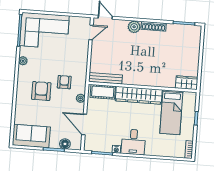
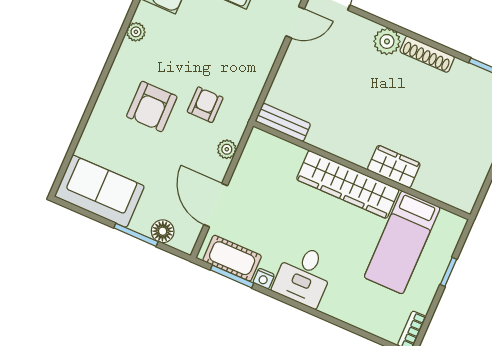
bench: (105, 78) -> (283, 122), width x0.73
wardrobe: (187, 83) -> (394, 167), moved
armchair: (41, 91) -> (152, 106), turned 180
cot: (103, 92) -> (232, 258), moved

